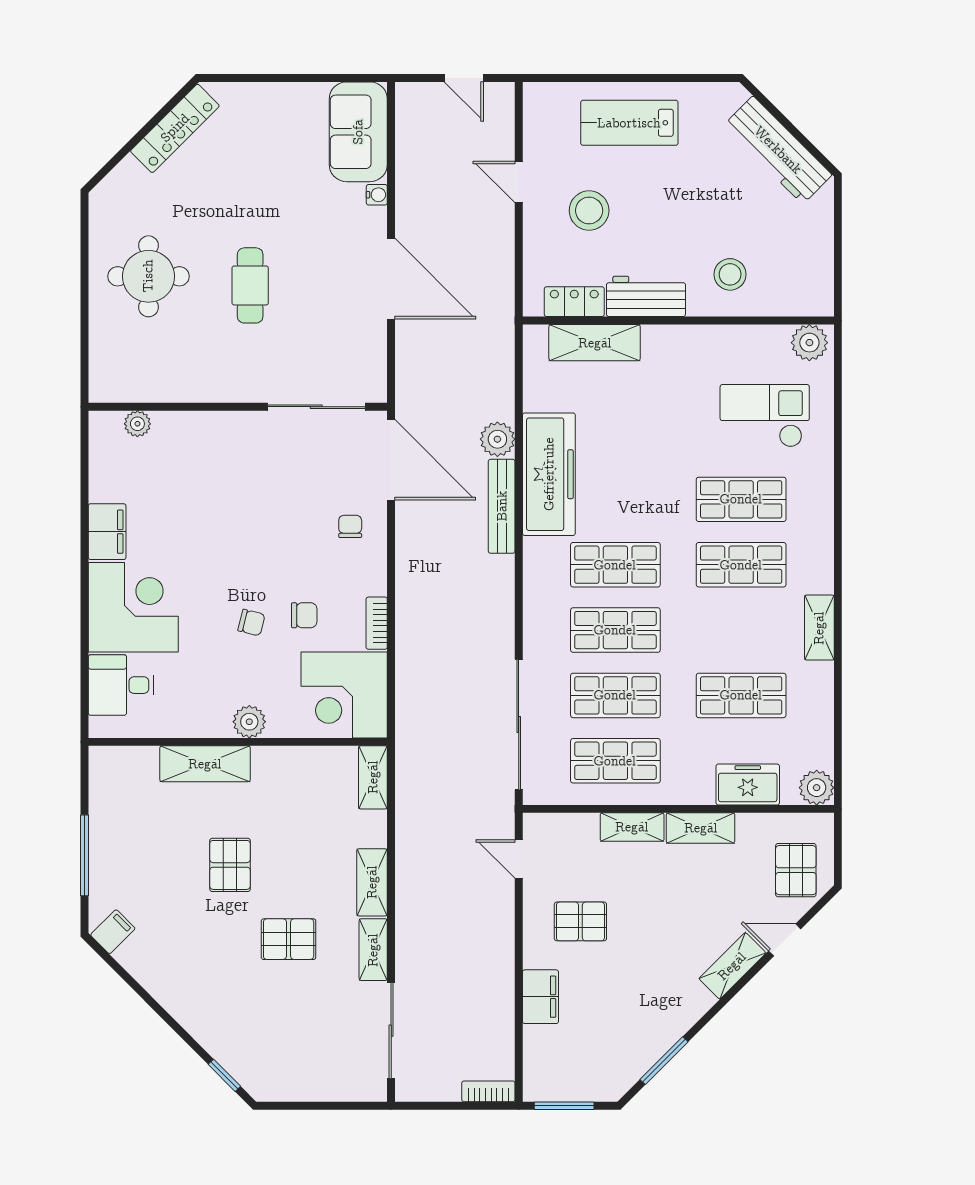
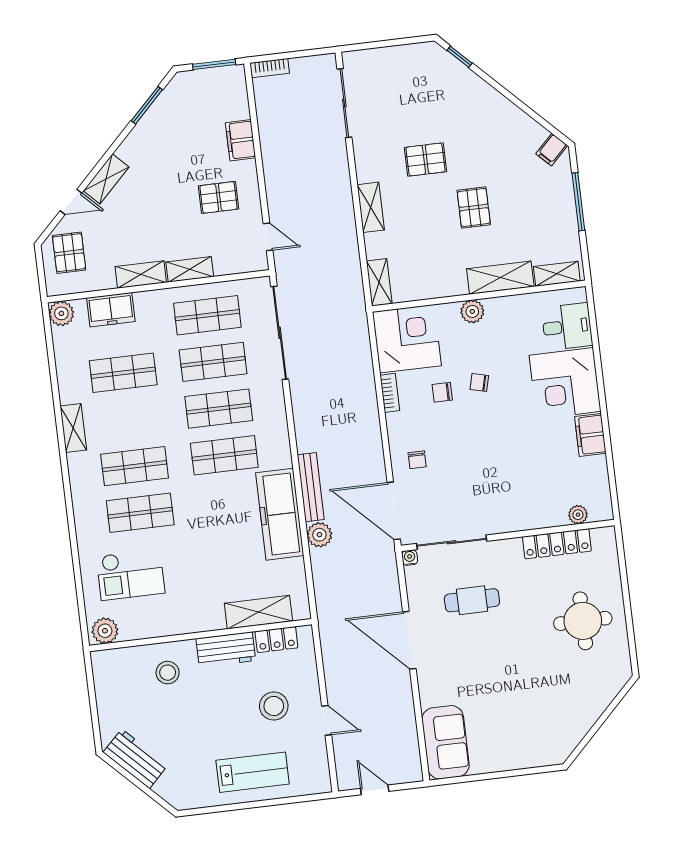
locker: (175, 128) -> (557, 544), moved, turned -135
workbench: (778, 150) -> (136, 759), width x0.73
water cooler: (377, 195) -> (410, 558), moved, turned 90
cafe table: (250, 285) -> (472, 600), moved, turned 90
shelving: (373, 950) -> (557, 274), moved, turned 90

